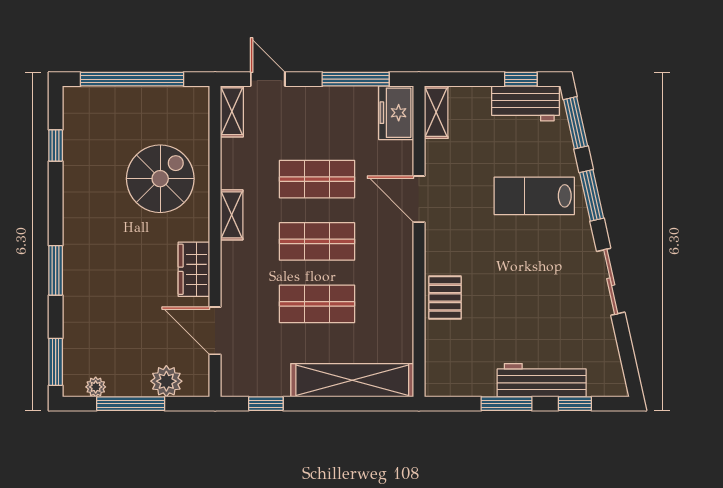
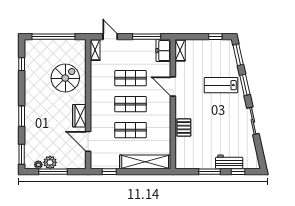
workbench: (526, 103) -> (217, 47), removed
shelving: (232, 215) -> (95, 93), removed
workbench: (542, 380) -> (229, 162), width x0.73
plant: (166, 381) -> (50, 162), moved

